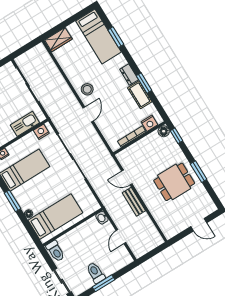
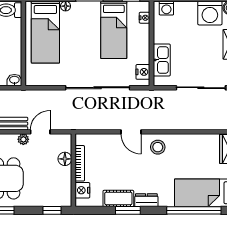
window: (116, 37) -> (194, 210), width x2.11
floor lamp: (164, 131) -> (65, 159), moved
plant: (139, 186) -> (23, 139), added

